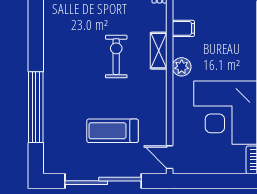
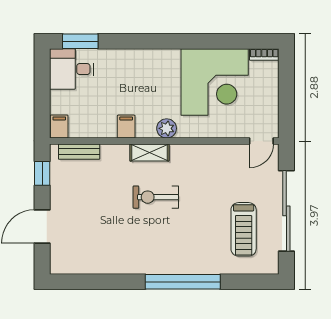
window: (36, 107) -> (183, 282), moved
treadmill: (113, 131) -> (244, 229), moved

